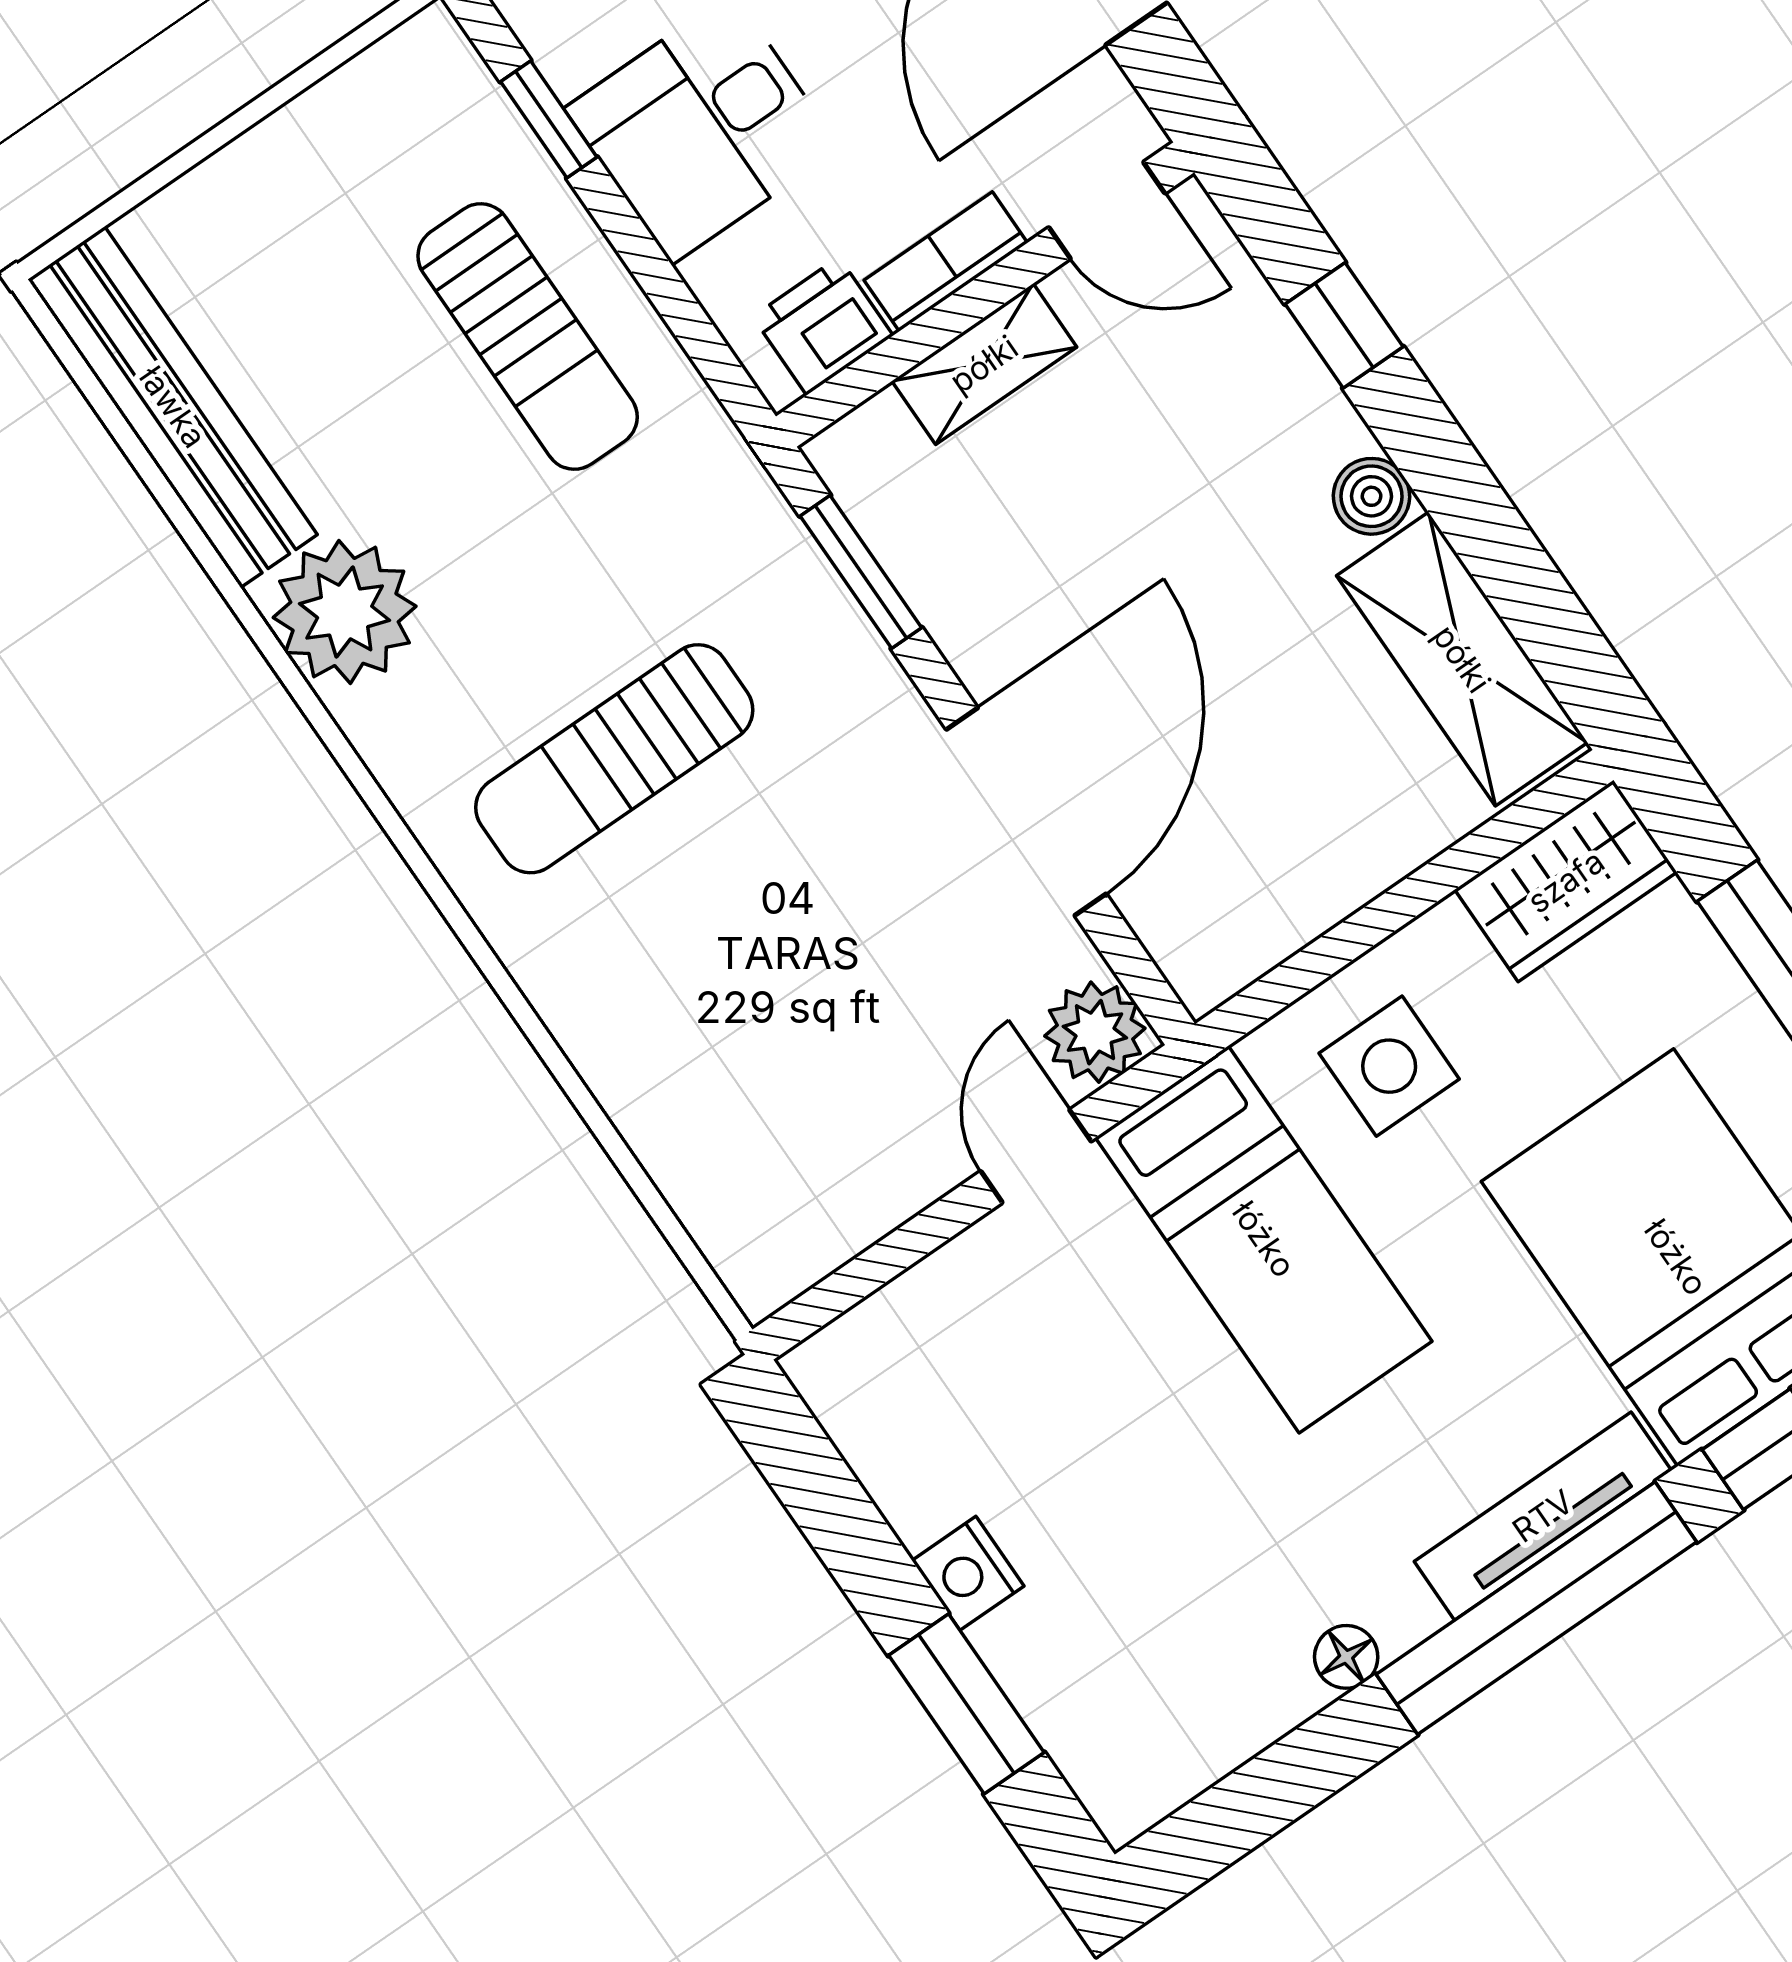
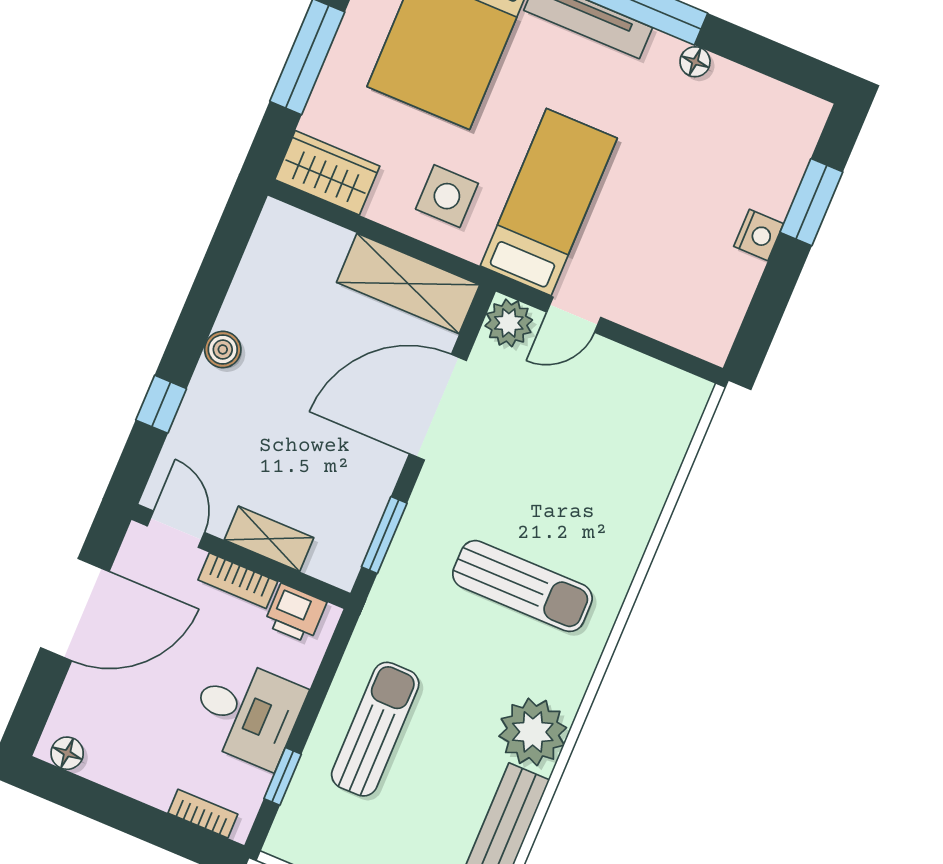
shelving: (1462, 659) -> (408, 284), moved, turned 90

